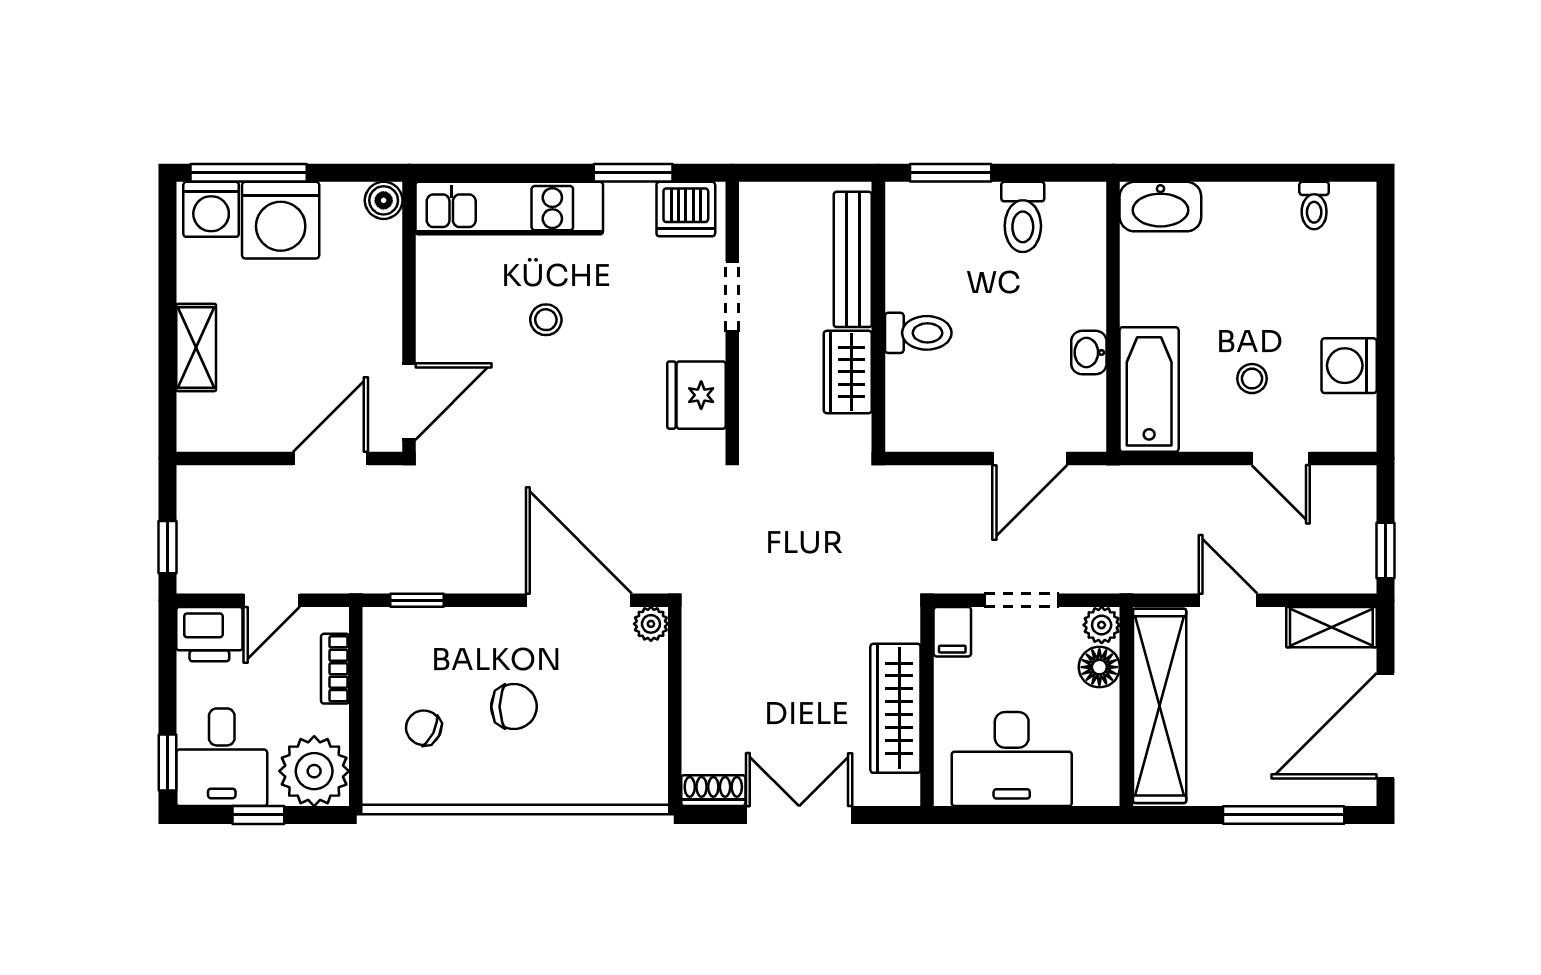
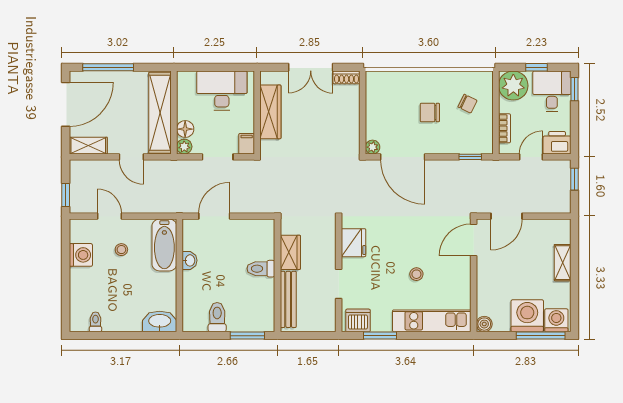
window: (1385, 550) -> (66, 195), moved

